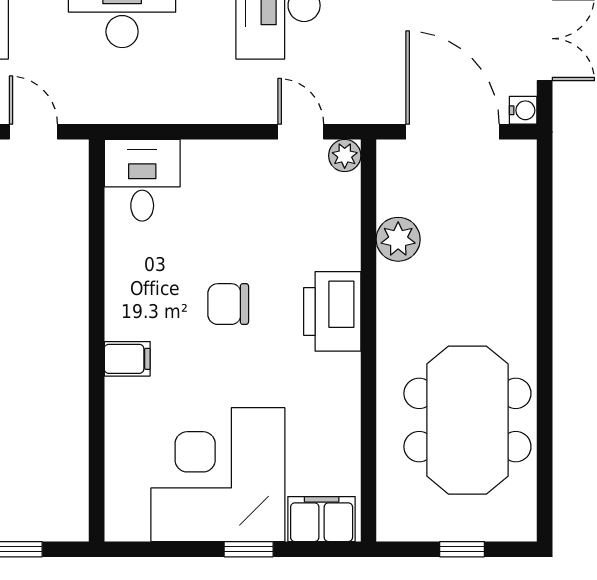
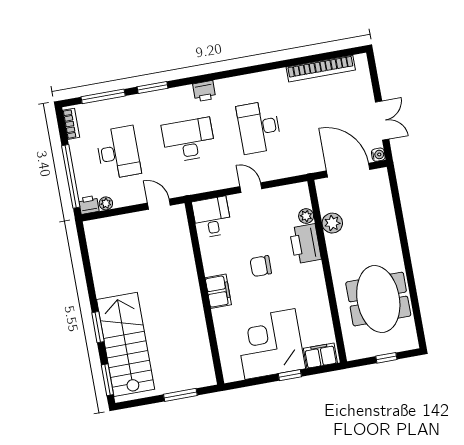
door: (301, 132) -> (251, 188), moved
plant: (345, 156) -> (306, 216), moved
printer: (332, 311) -> (305, 244), moved
filing cabinet: (127, 359) -> (218, 291), width x2.00

